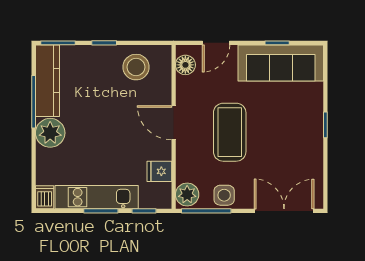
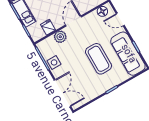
coffee table: (230, 132) -> (98, 59), moved, turned 90
plant: (187, 194) -> (60, 37), moved

